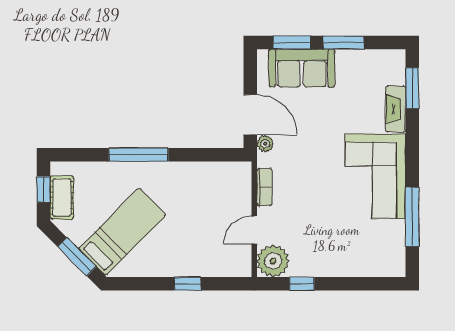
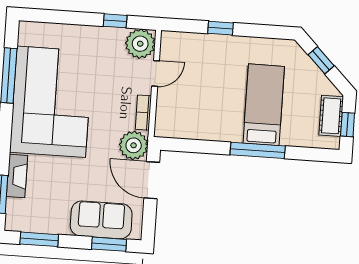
window: (344, 43) -> (39, 239), moved
plant: (265, 144) -> (134, 145), width x1.88, depth x1.88
corner sofa: (375, 176) -> (51, 102), width x1.36, depth x1.36
bed: (122, 232) -> (264, 105), moved, turned 135
window: (77, 257) -> (321, 60), width x0.67

